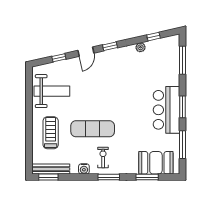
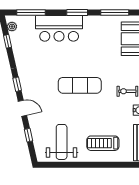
plant: (141, 47) -> (12, 27), moved
bar counter: (166, 110) -> (59, 28), moved
exercise mat: (93, 129) -> (80, 85), moved, turned 90

